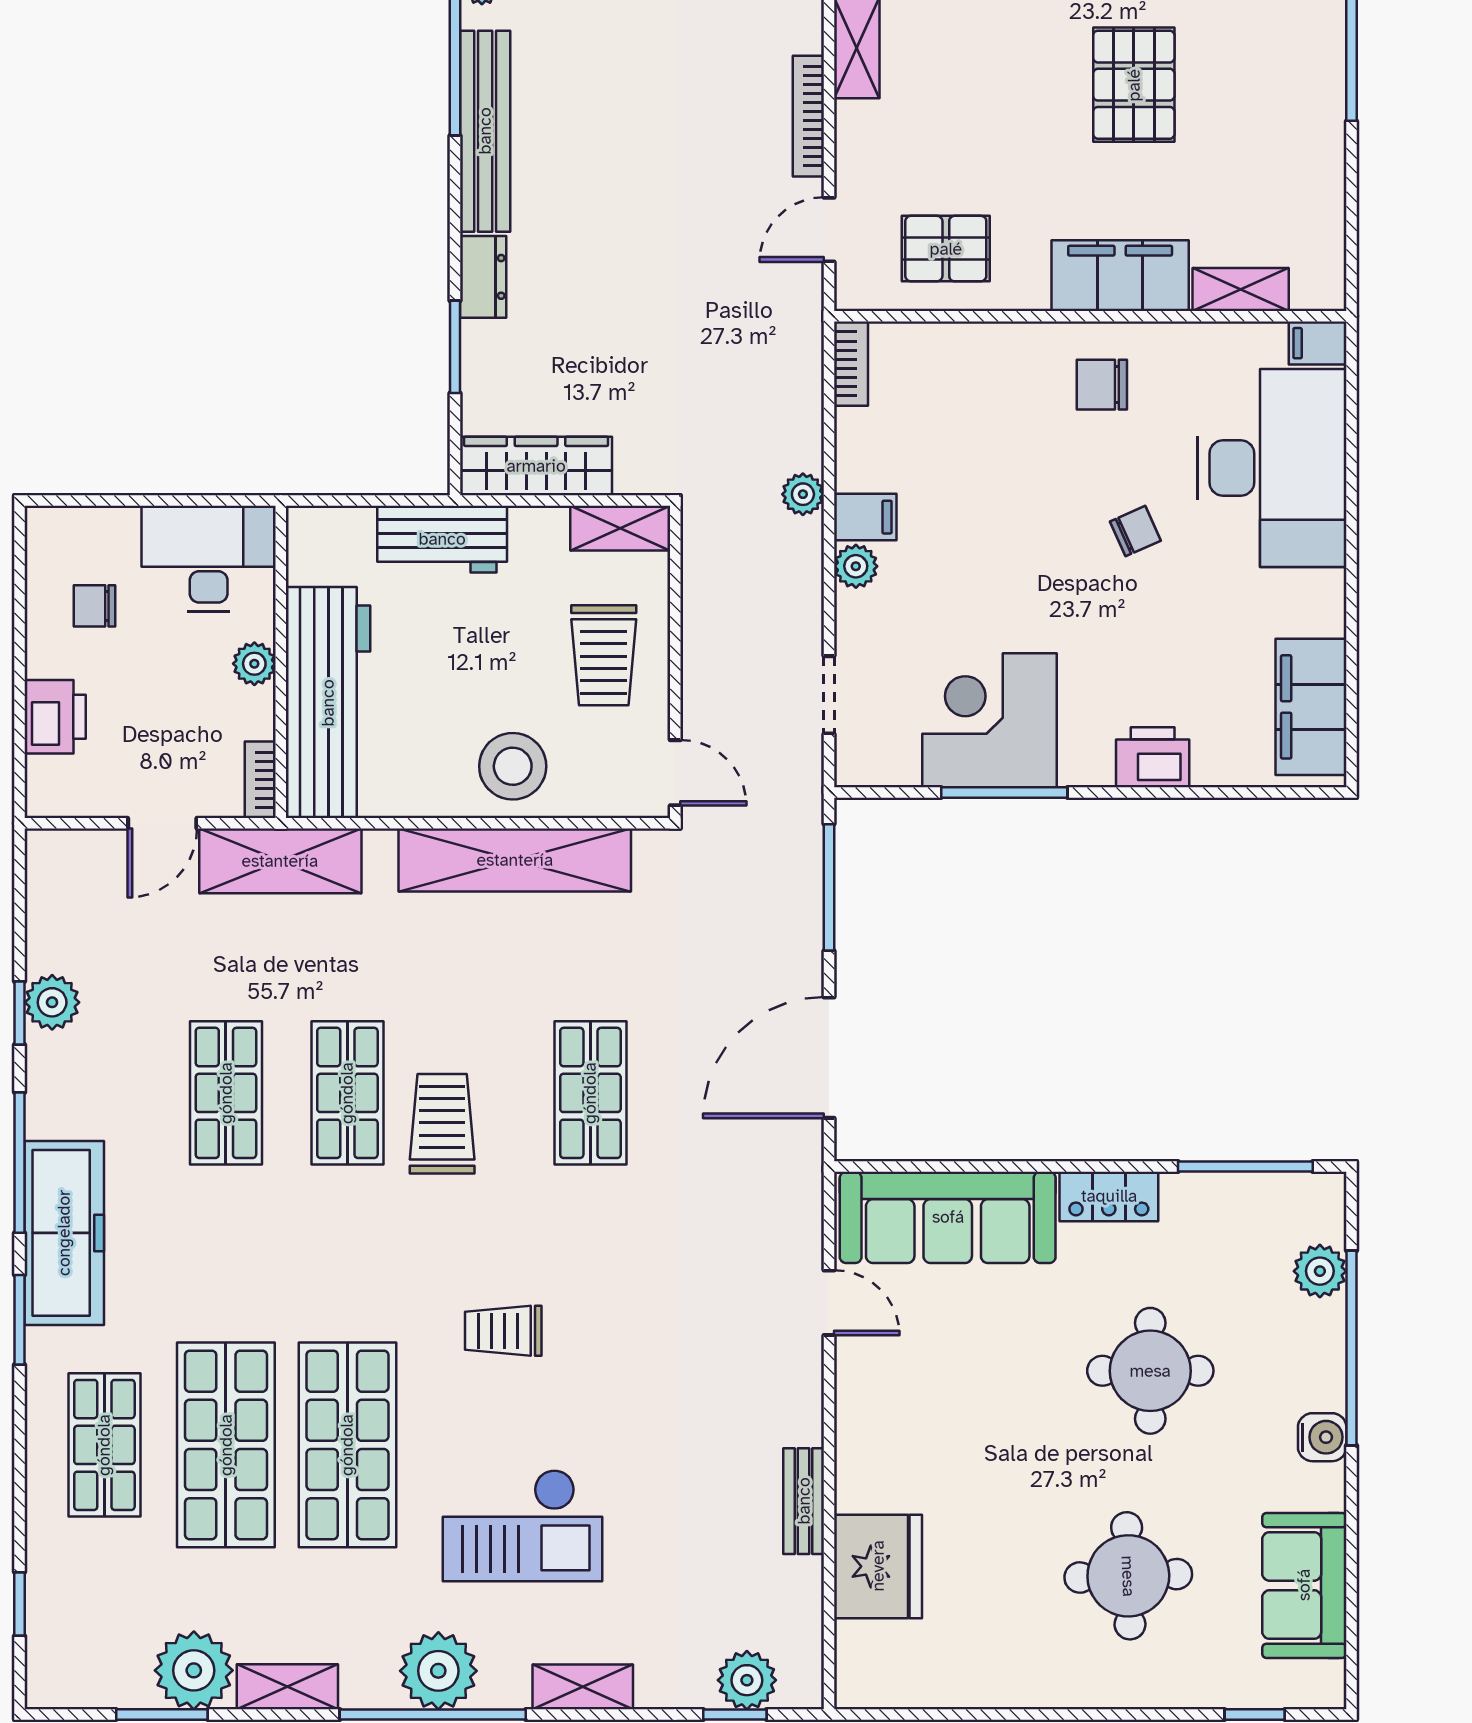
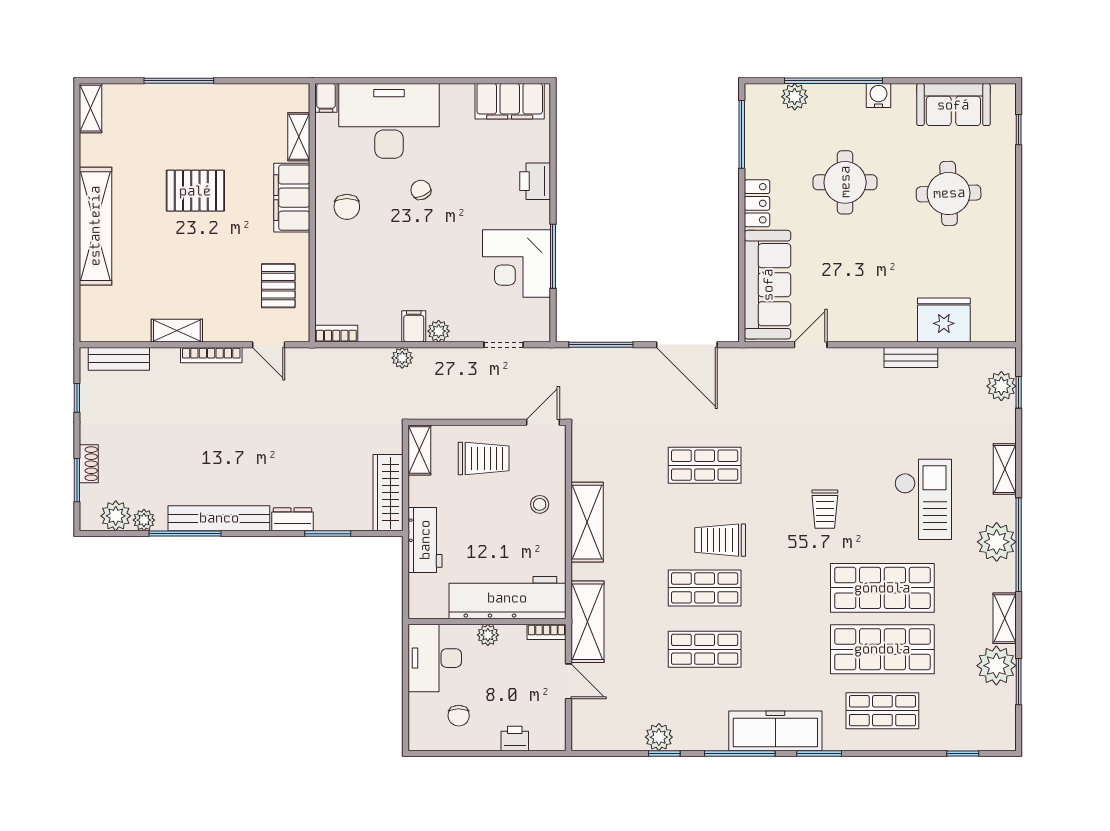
printer: (55, 717) -> (515, 739), width x0.73, depth x0.81
stool: (513, 766) -> (540, 504), width x0.53, depth x0.53
shelving: (515, 860) -> (587, 522), width x0.68

